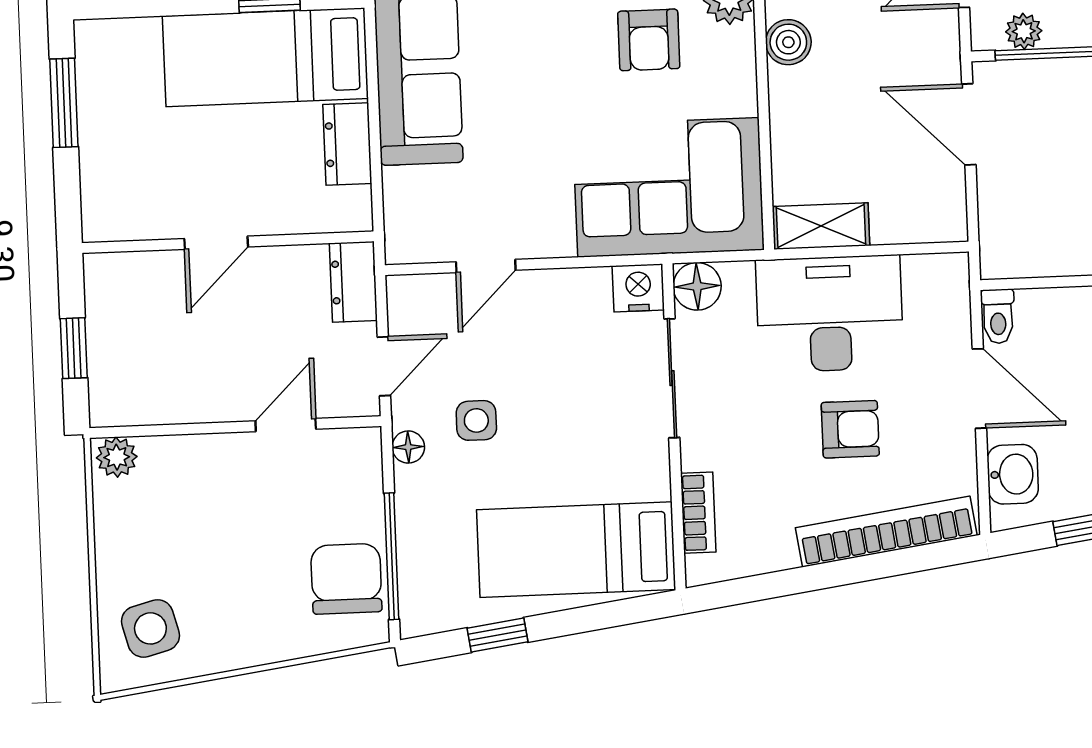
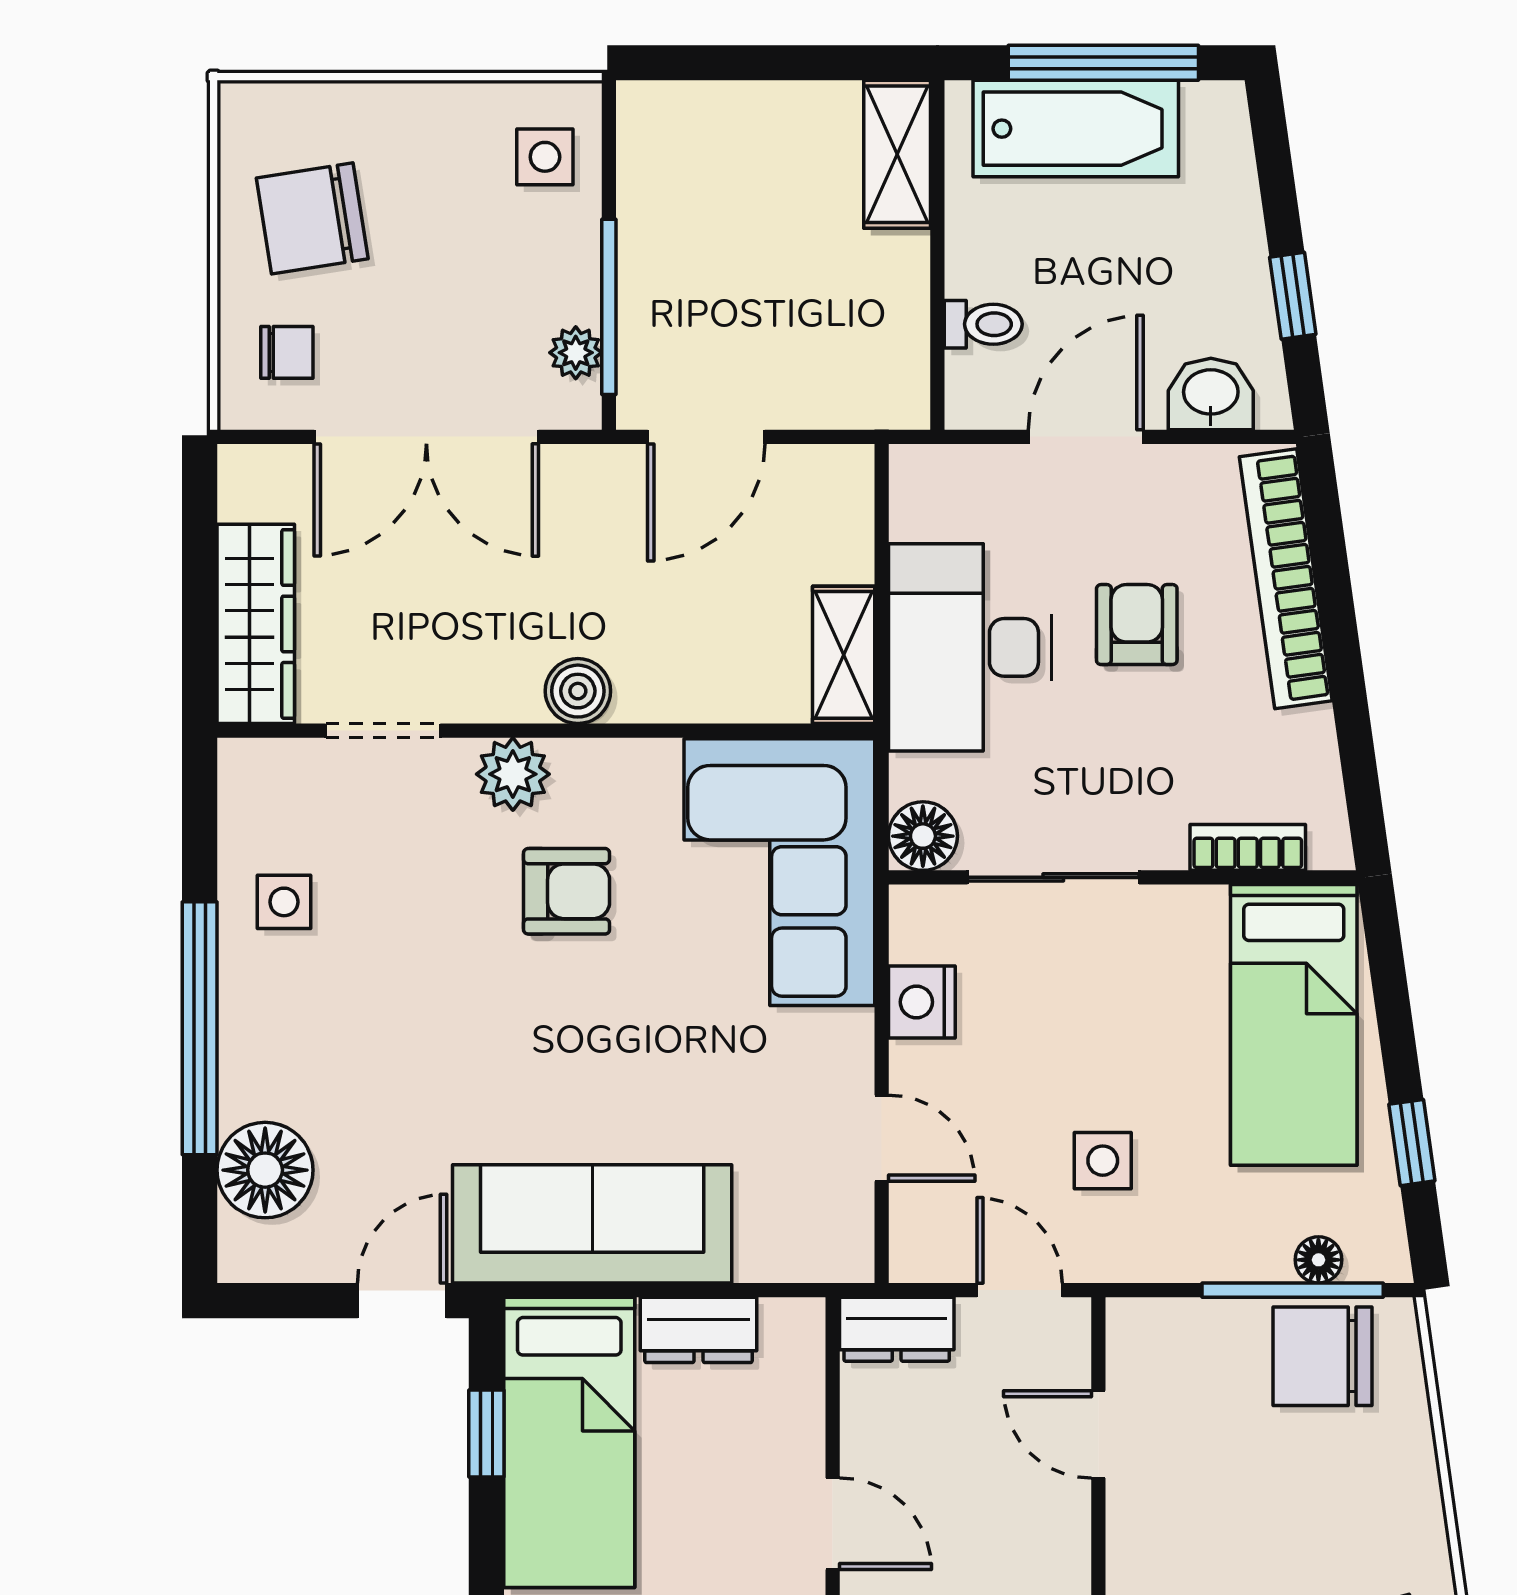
nightstand: (638, 288) -> (922, 1002), moved
toilet: (998, 316) -> (983, 324), moved
floor lamp: (408, 447) -> (1318, 1260), moved

